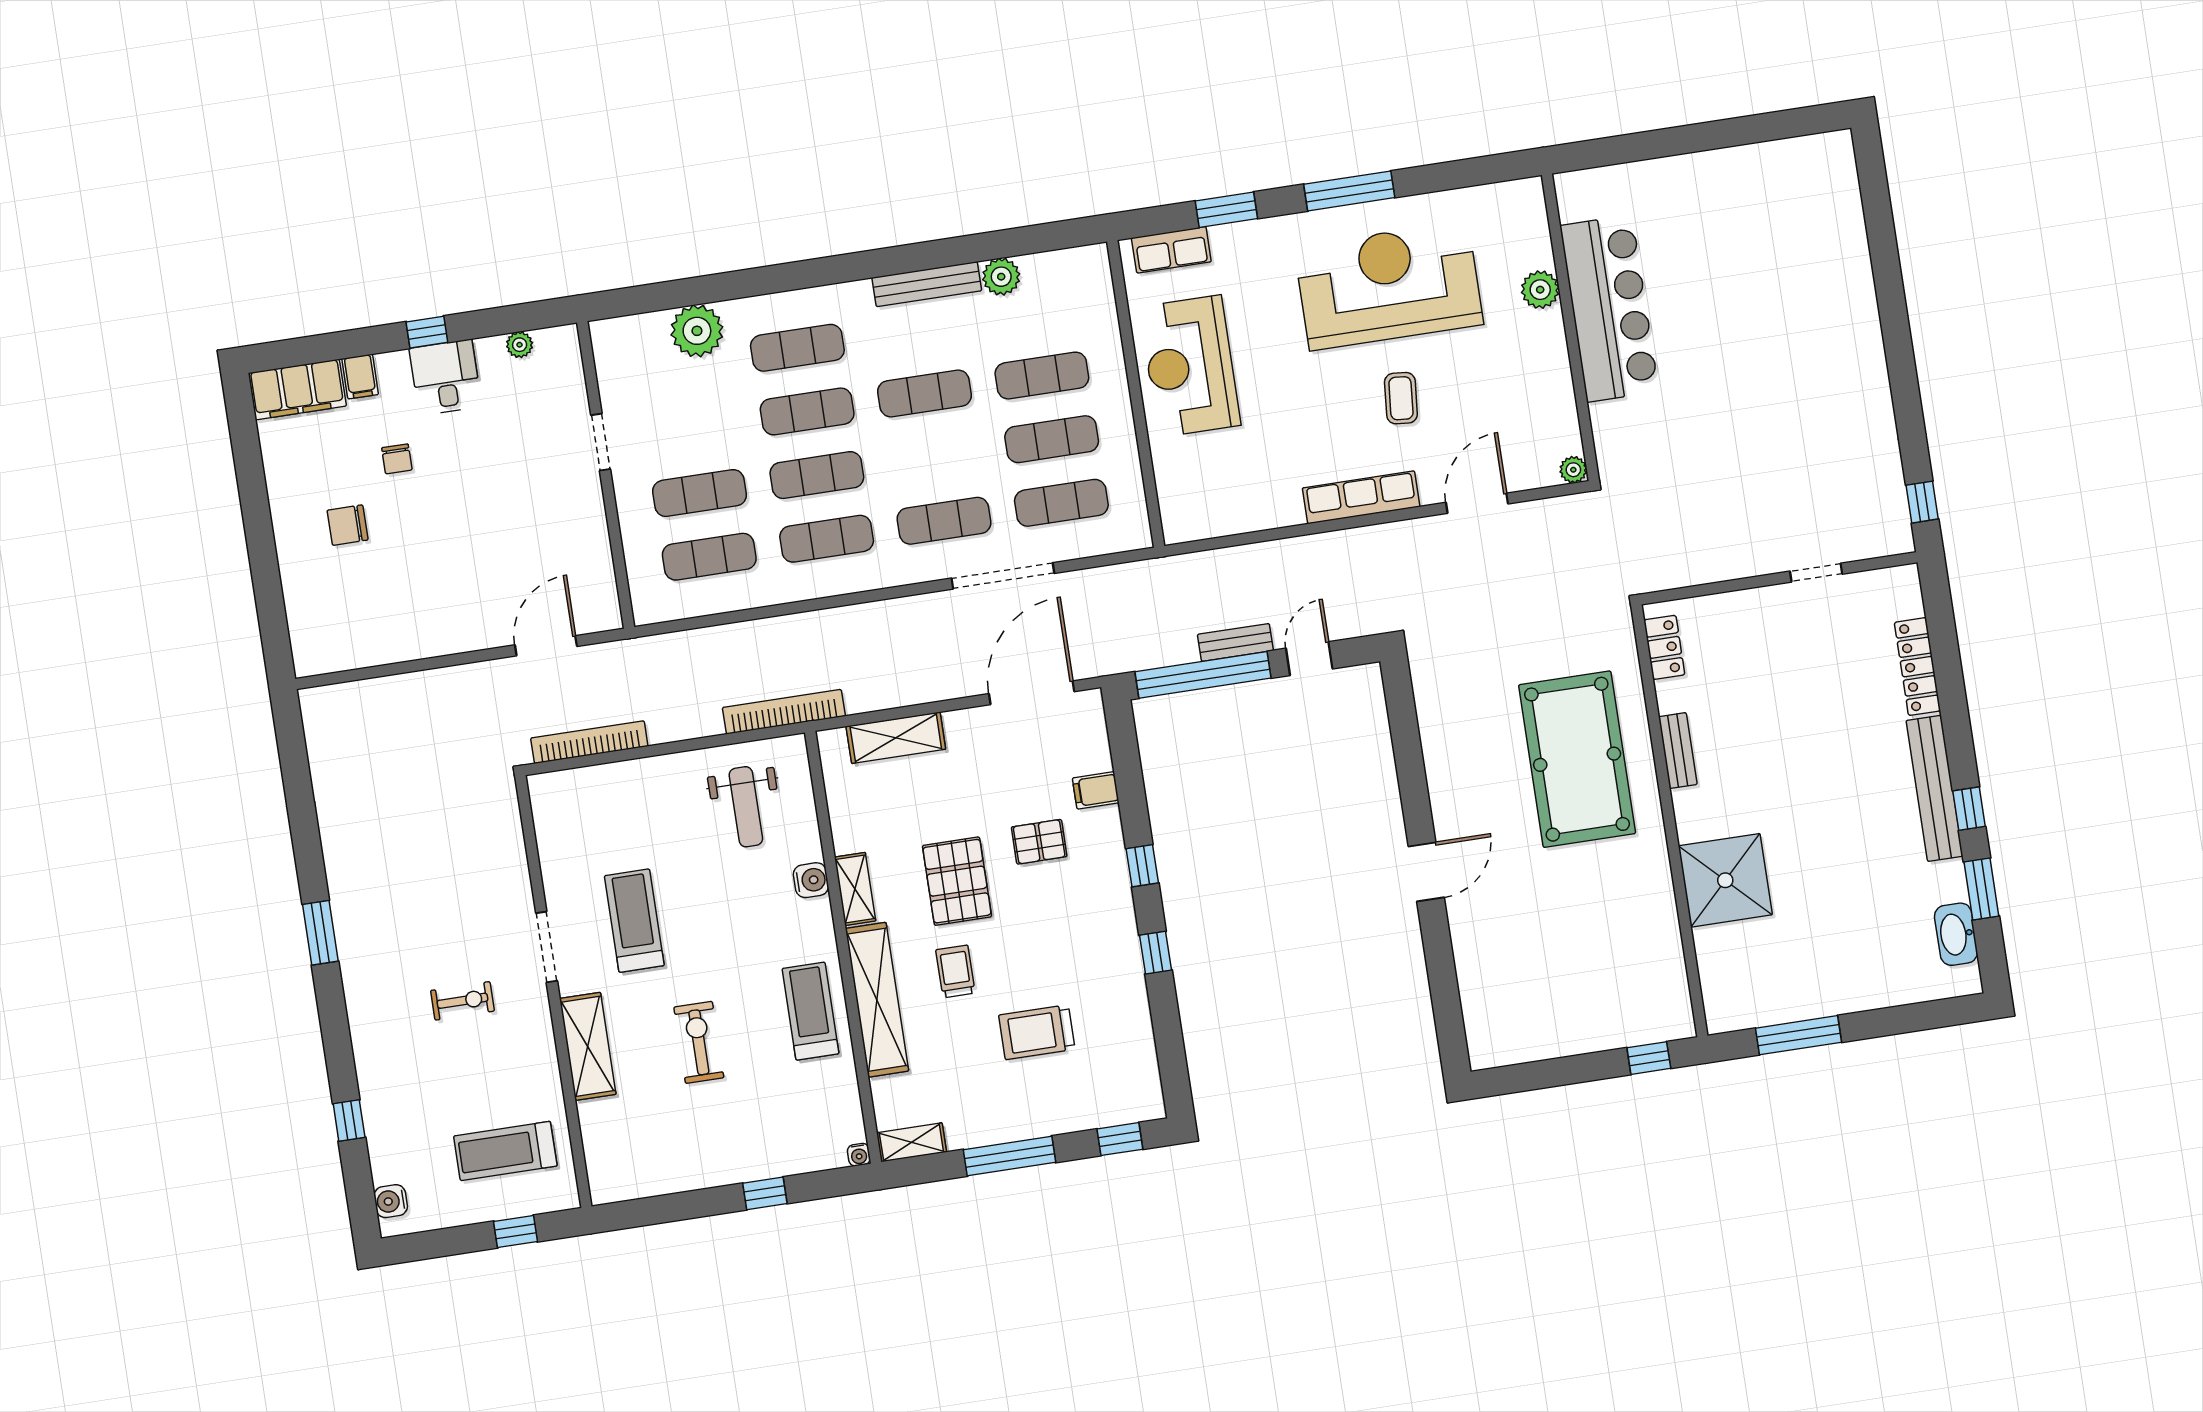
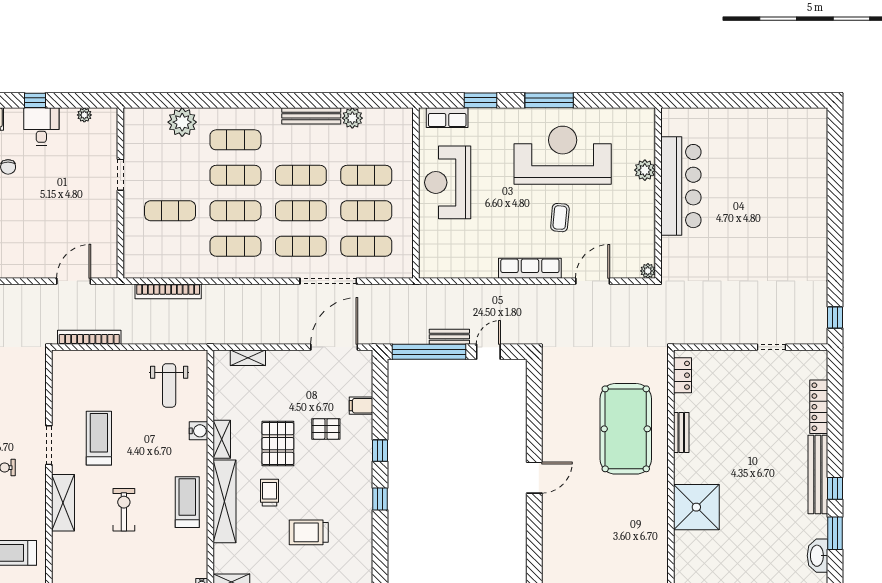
exercise mat: (709, 557) -> (301, 211), moved
bookcase: (784, 712) -> (168, 291), moved, turned 180
shelving: (896, 738) -> (248, 358), width x0.67, depth x0.75

